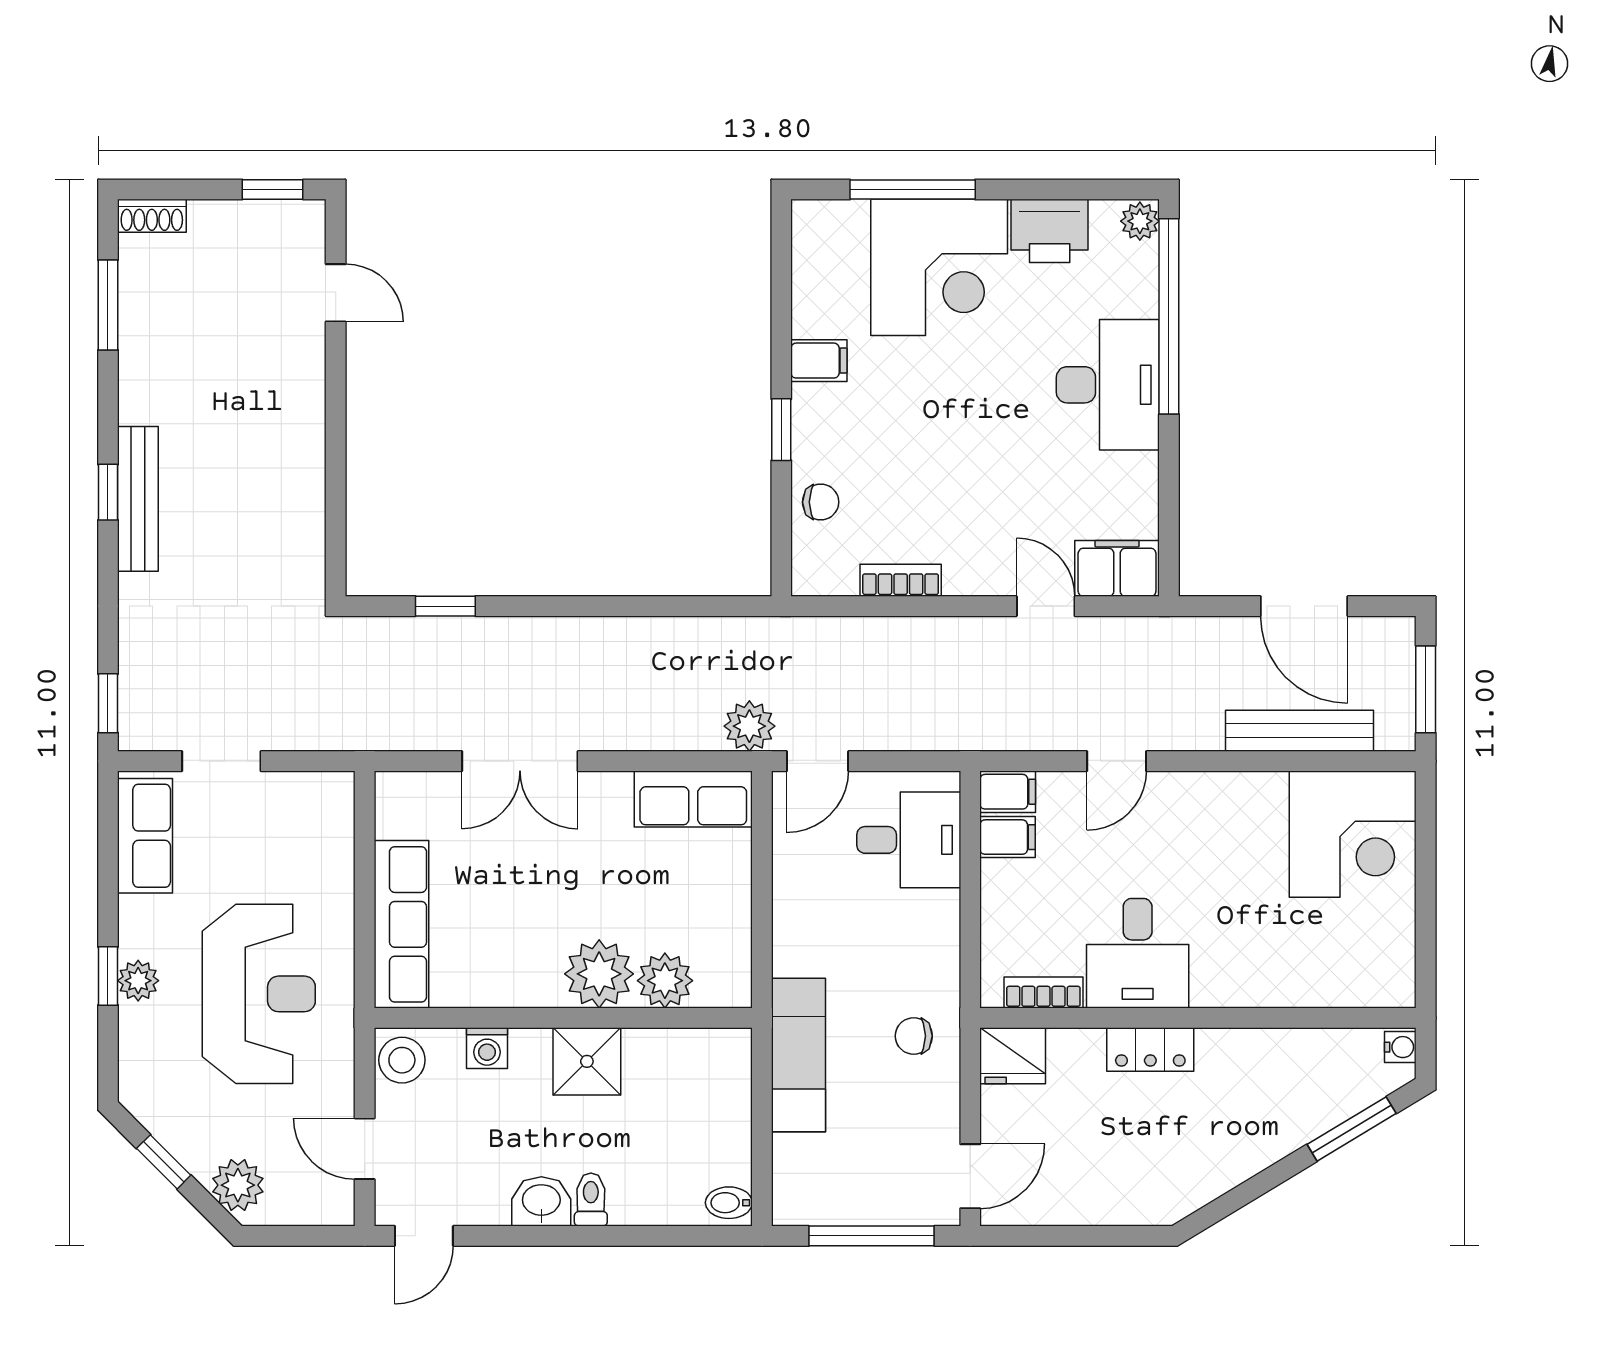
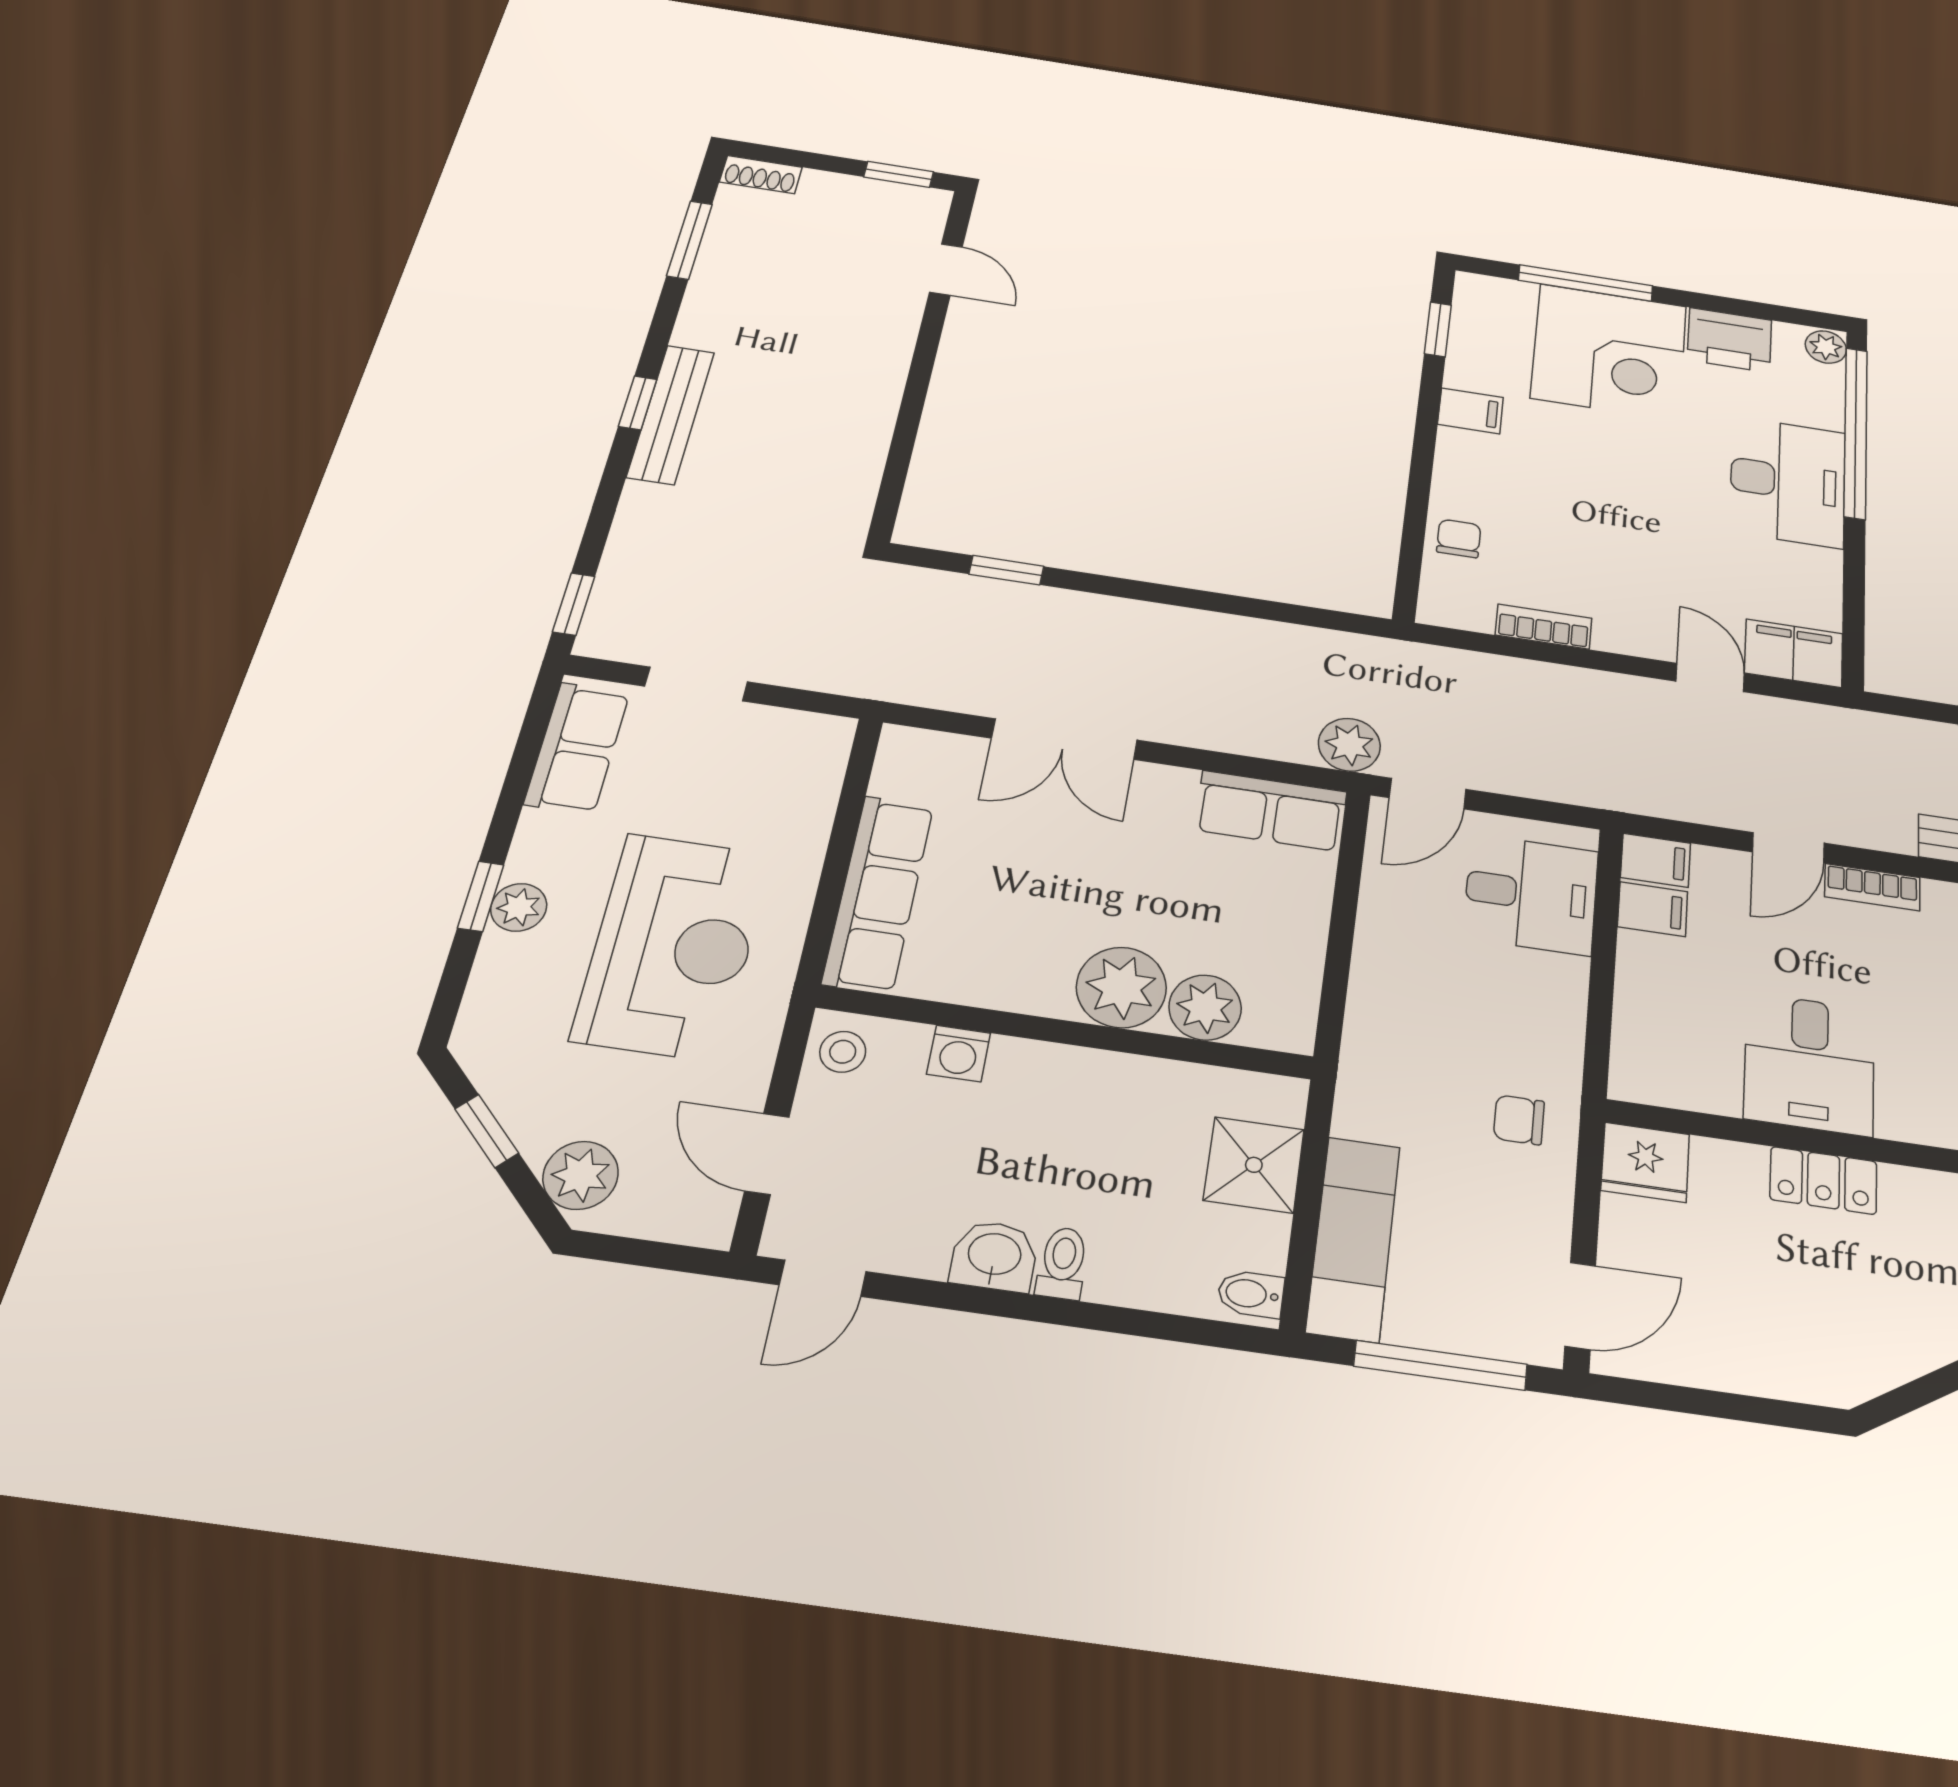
window: (781, 430) -> (1438, 329), moved
chair: (821, 502) -> (1459, 538), turned -90
bookcase: (1043, 993) -> (1872, 887), moved, turned 180
exam couch: (799, 1055) -> (1353, 1238), moved
stool: (402, 1060) -> (843, 1052), width x0.73, depth x0.73
shower: (587, 1061) -> (1254, 1165), moved

